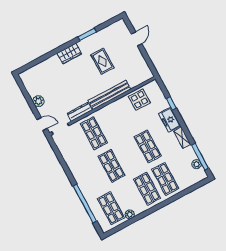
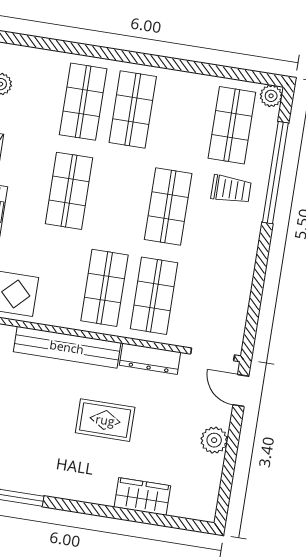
wardrobe: (69, 53) -> (142, 496), moved
rug: (102, 61) -> (105, 420), moved, turned 90
shop shelf: (112, 124) -> (104, 288), added
trolley: (95, 187) -> (231, 189), added
plant: (130, 214) -> (271, 96), moved

